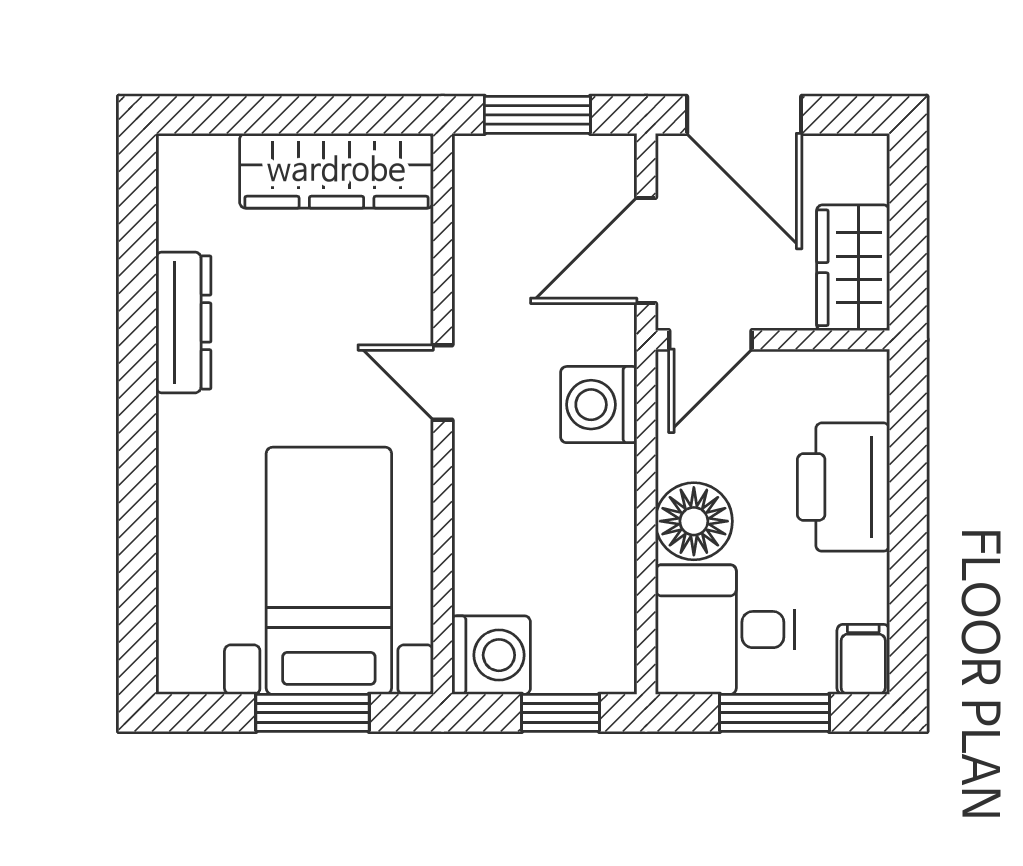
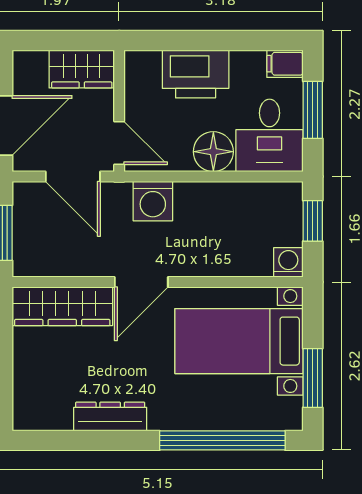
wardrobe: (336, 171) -> (62, 306), moved, turned 90
door: (443, 382) -> (141, 282), width x1.38
window: (137, 539) -> (222, 440), added
washing machine: (491, 655) -> (288, 262), width x0.73, depth x0.73
window: (313, 713) -> (313, 378), moved

